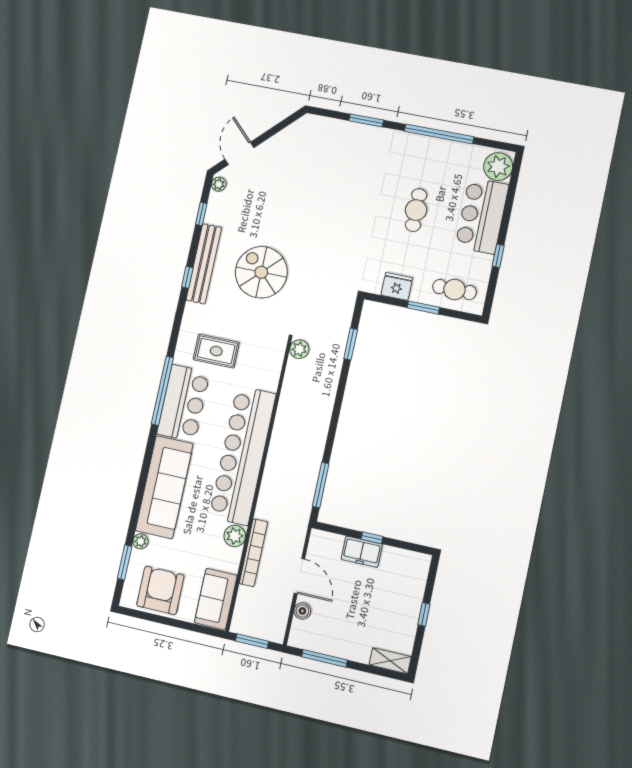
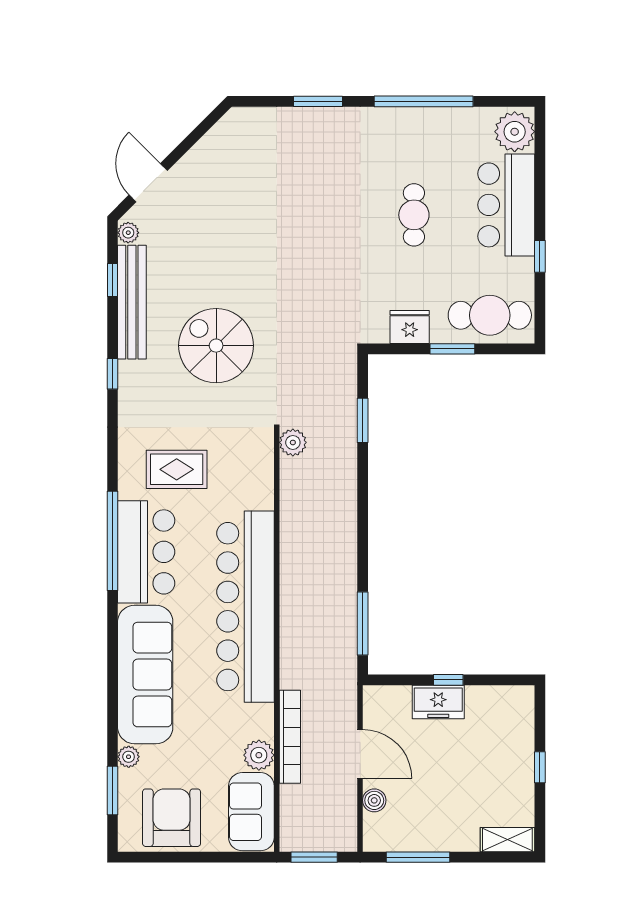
bench: (204, 264) -> (132, 302), moved
cafe table: (454, 290) -> (490, 315), width x1.37, depth x1.35
plant: (235, 536) -> (259, 755), moved

